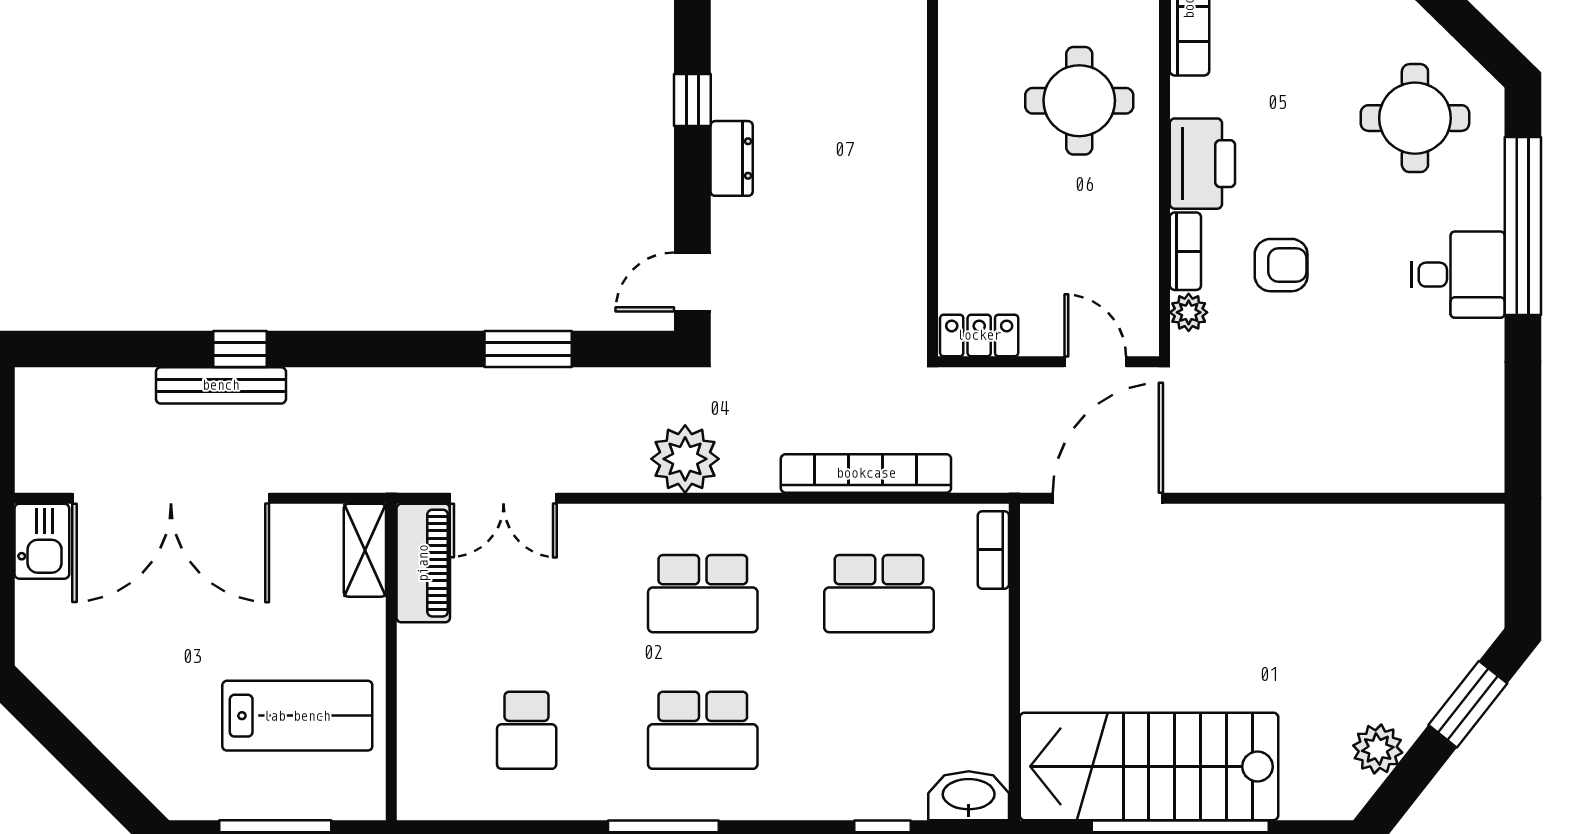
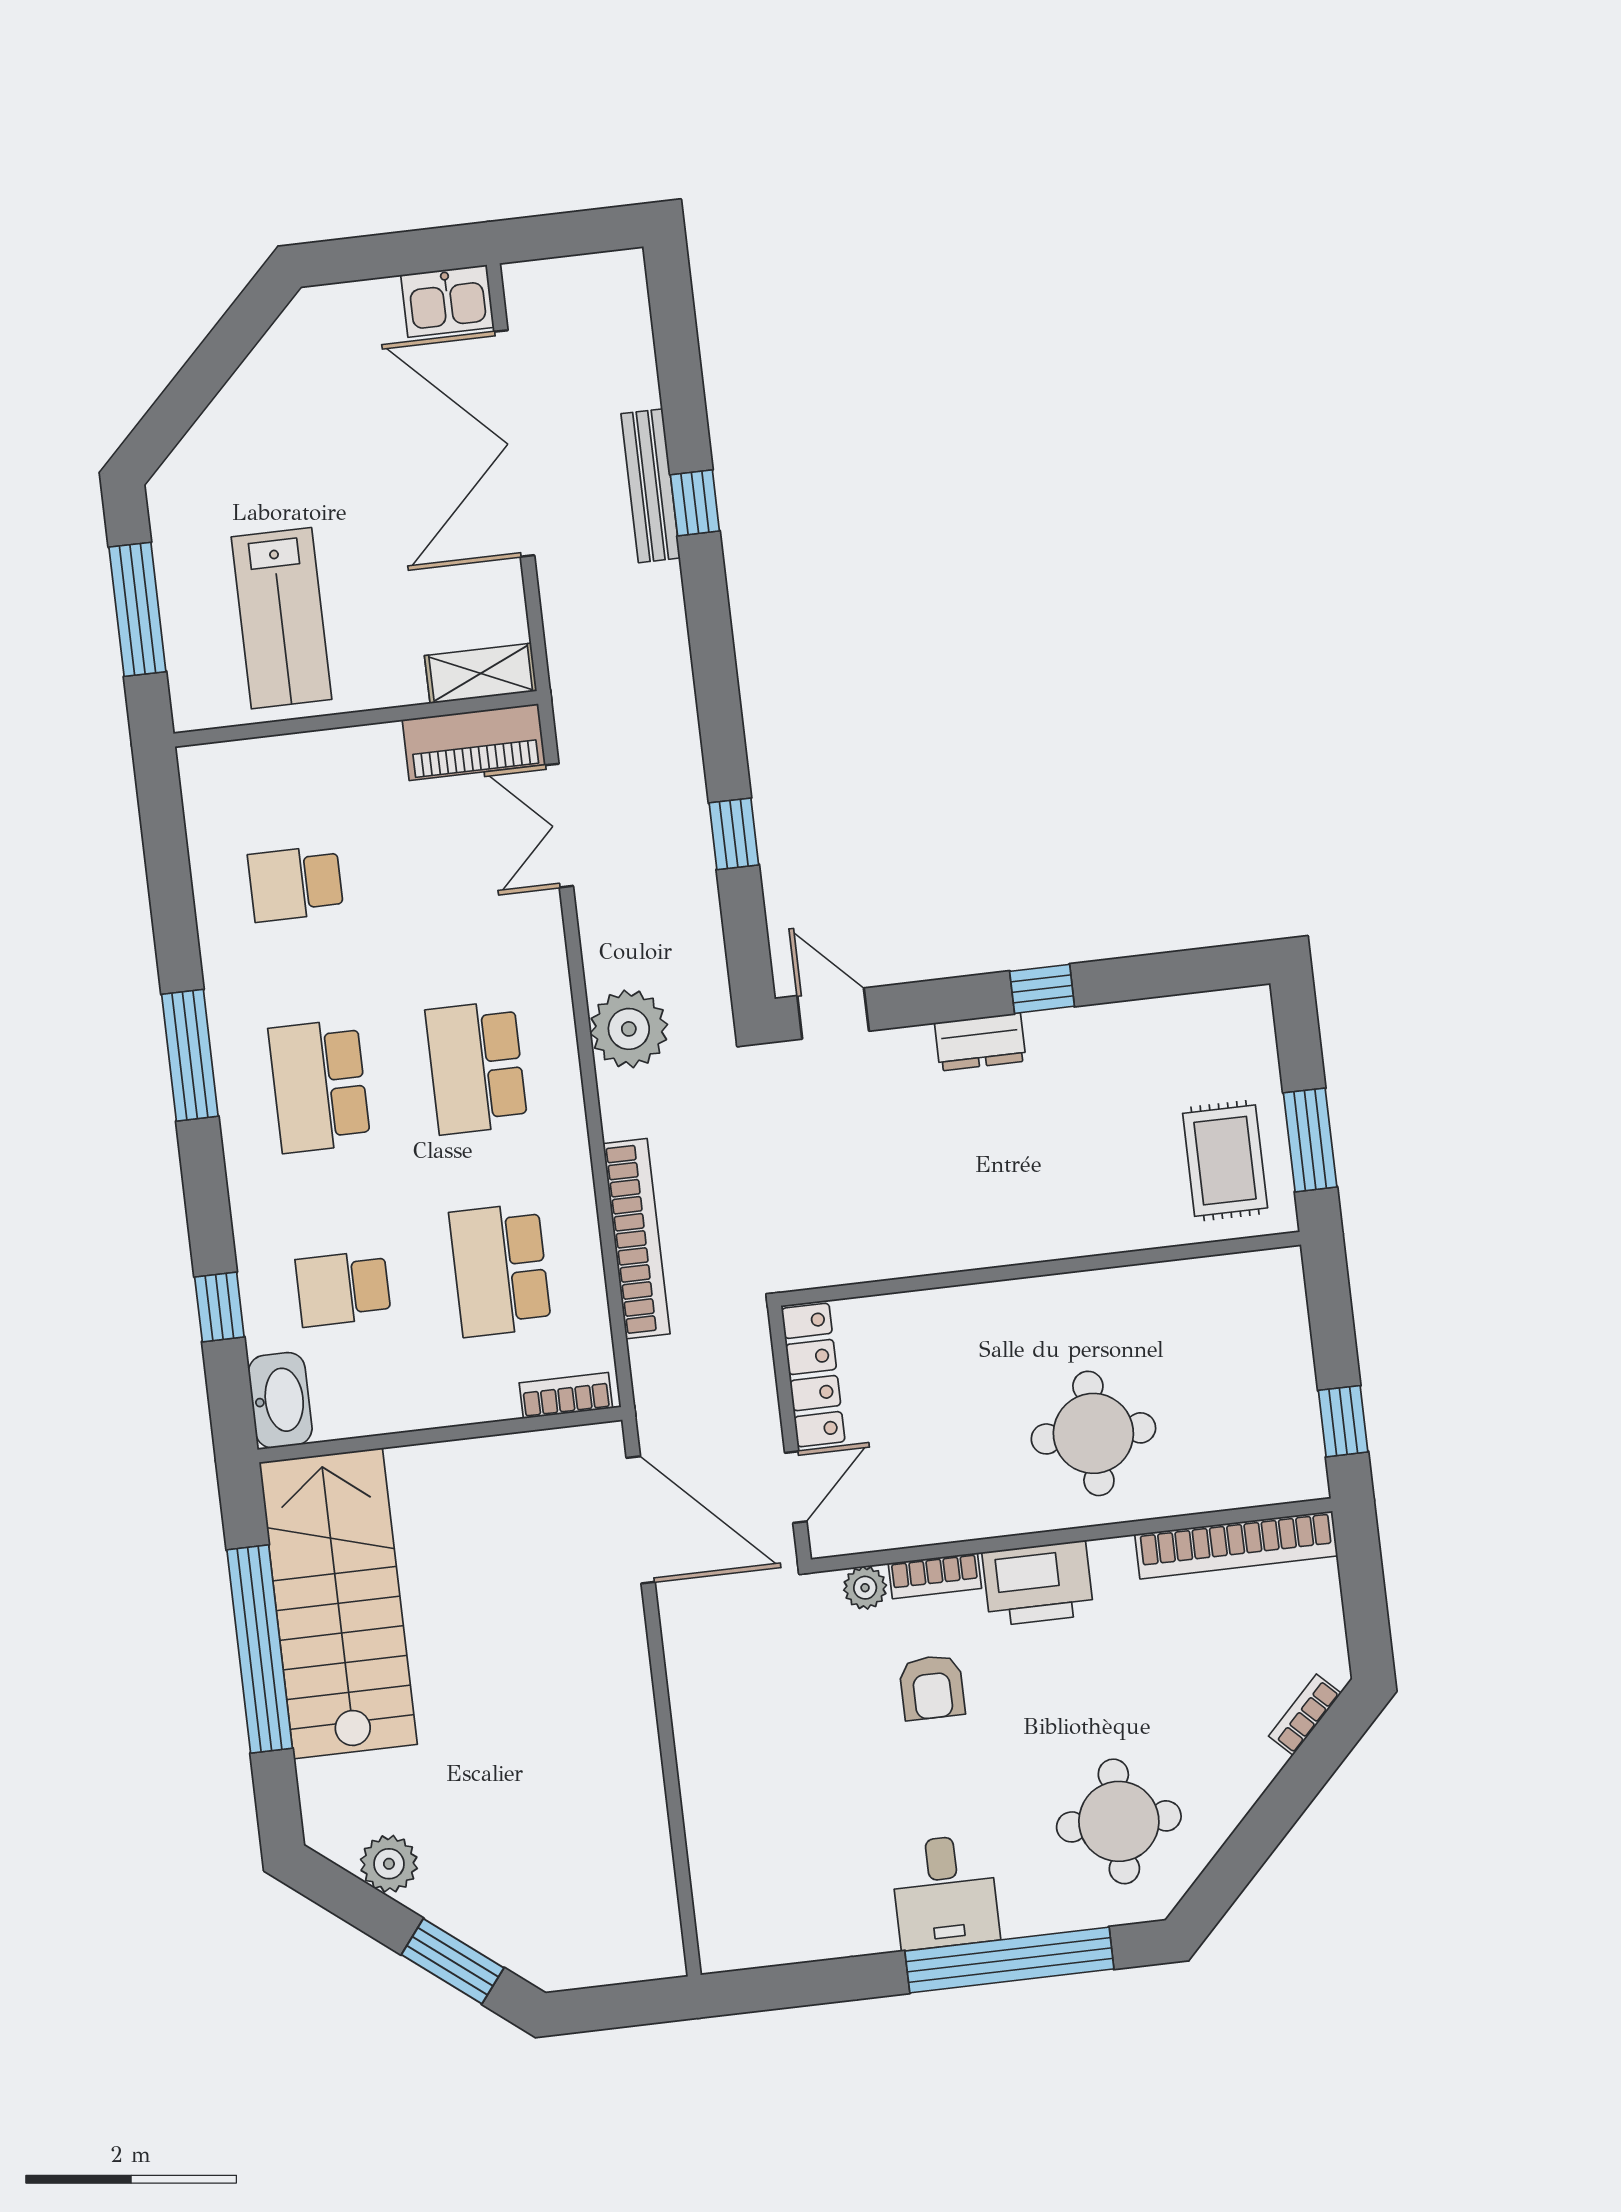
locker: (979, 335) -> (813, 1375), width x1.53
window: (528, 349) -> (734, 834), width x0.67
school desk: (879, 730) -> (343, 1288), added

